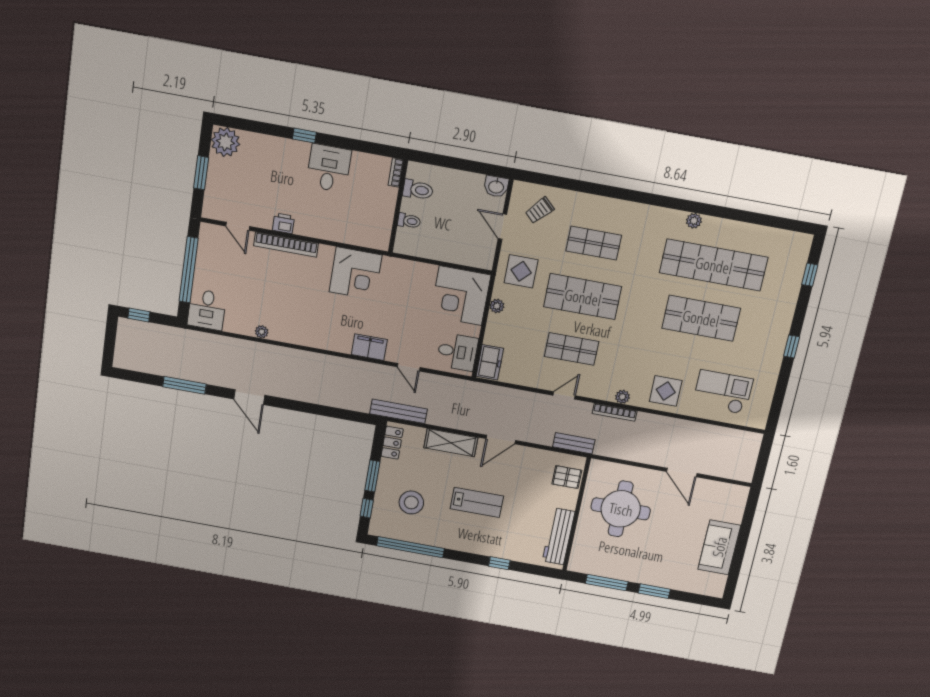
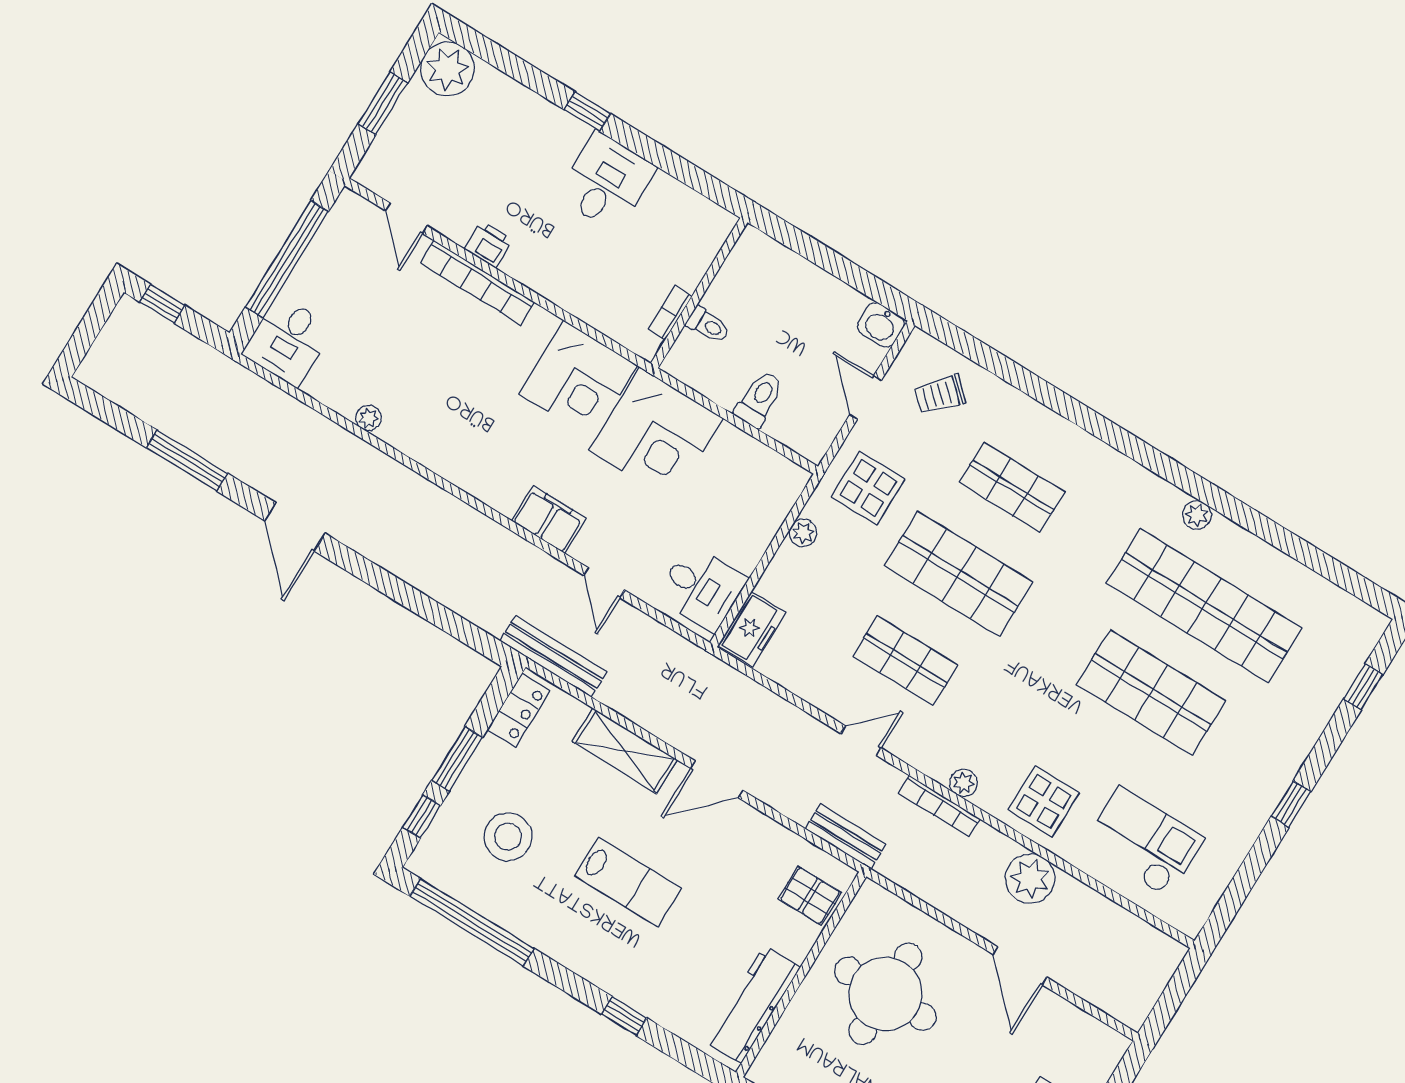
bookcase: (396, 173) -> (670, 313), moved
toilet: (418, 190) -> (759, 399), moved, turned -90
corner desk: (460, 296) -> (656, 434), moved, turned -90
plant: (672, 430) -> (1030, 878), added

